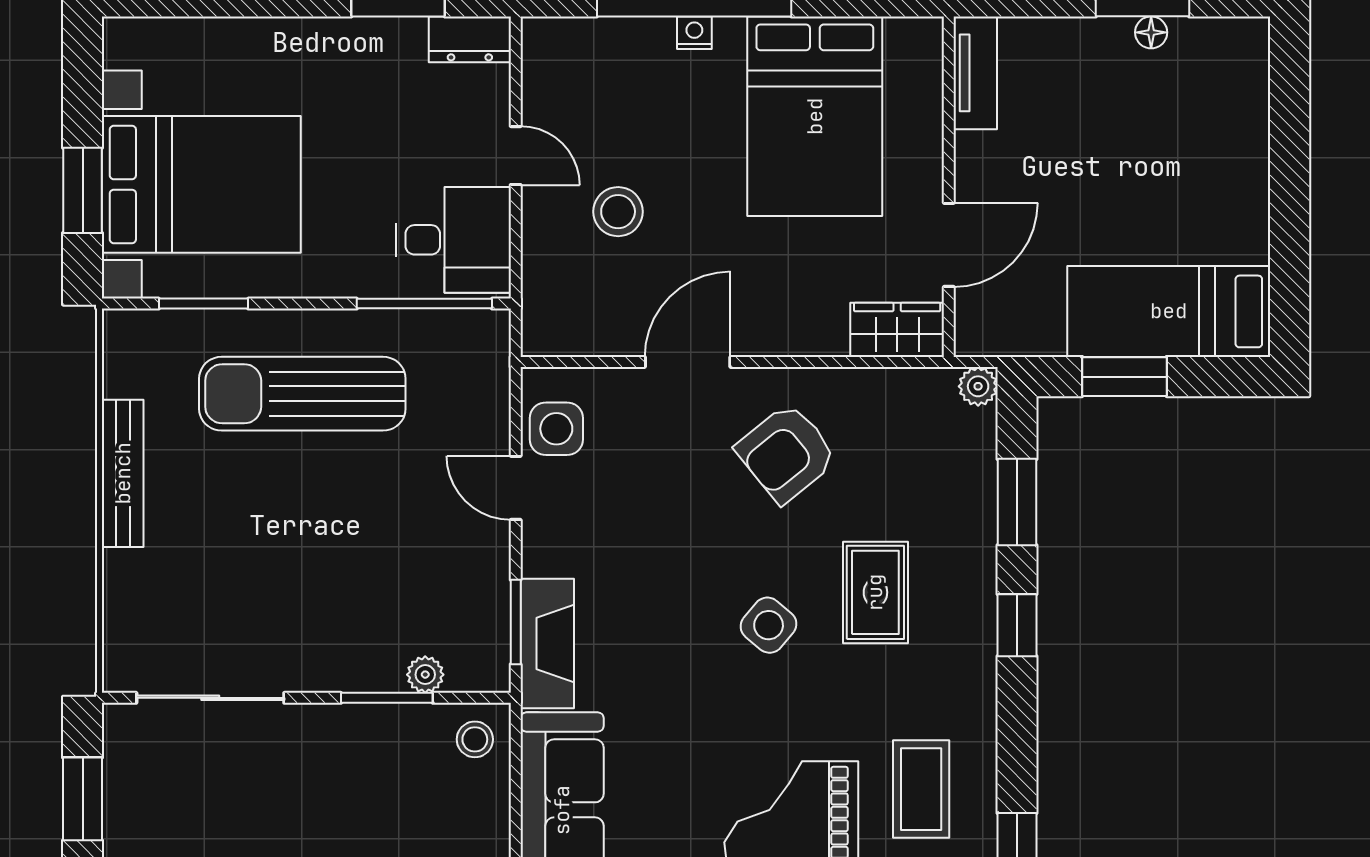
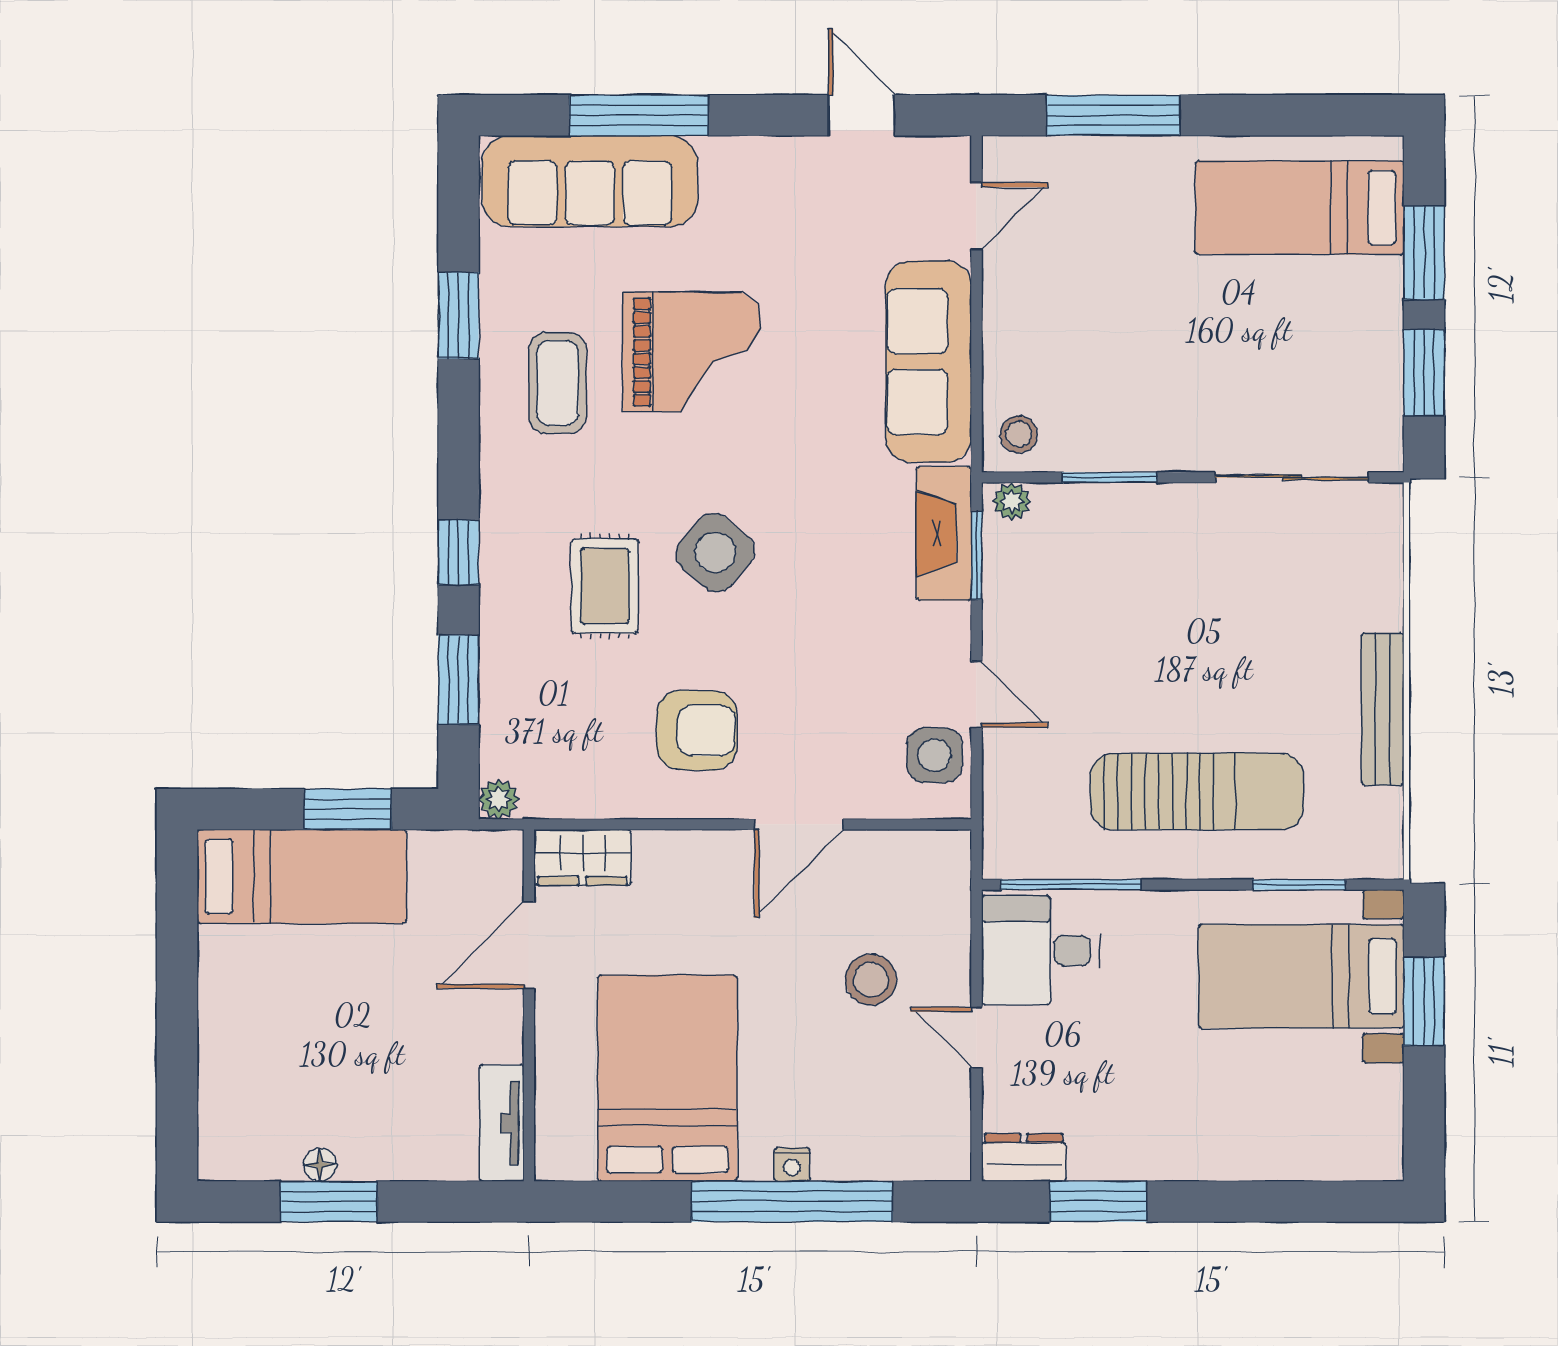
bed with nightstands: (201, 184) -> (1301, 976), width x0.73
armchair: (787, 453) -> (697, 730), turned 40
side table: (769, 625) -> (715, 552), width x1.37, depth x1.37
plant: (425, 675) -> (1012, 501), moved

